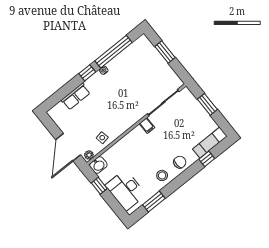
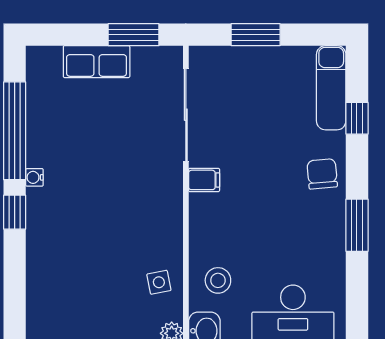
window: (165, 52) -> (134, 35), moved
row of seats: (76, 96) -> (97, 62), moved, turned 90
stool: (162, 175) -> (218, 280), moved
window: (154, 202) -> (357, 225), moved

